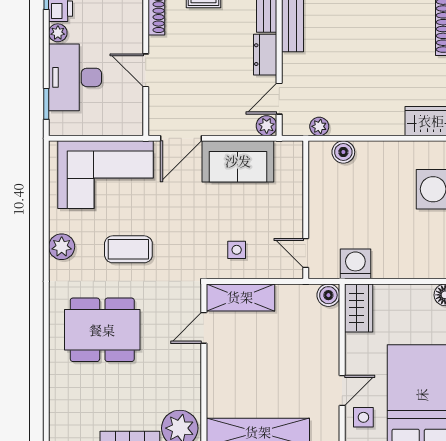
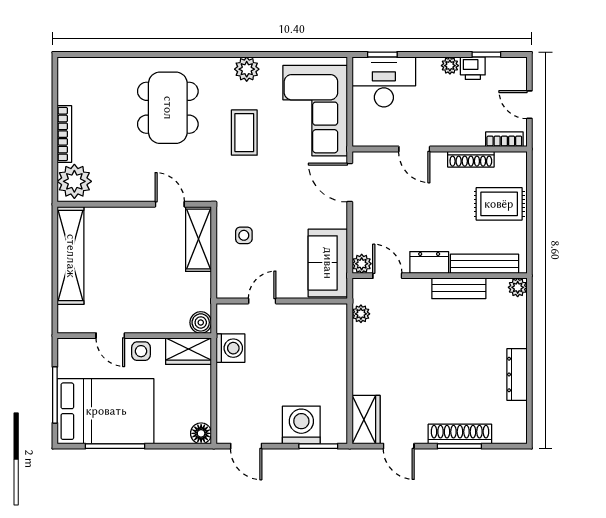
door: (146, 70) -> (414, 149), swing flipped
desk: (75, 77) -> (384, 82), moved
boiler: (343, 152) -> (337, 337), removed
sofa: (238, 161) -> (328, 263), moved
door: (306, 253) -> (262, 301), moved
side table: (363, 417) -> (141, 351), moved

